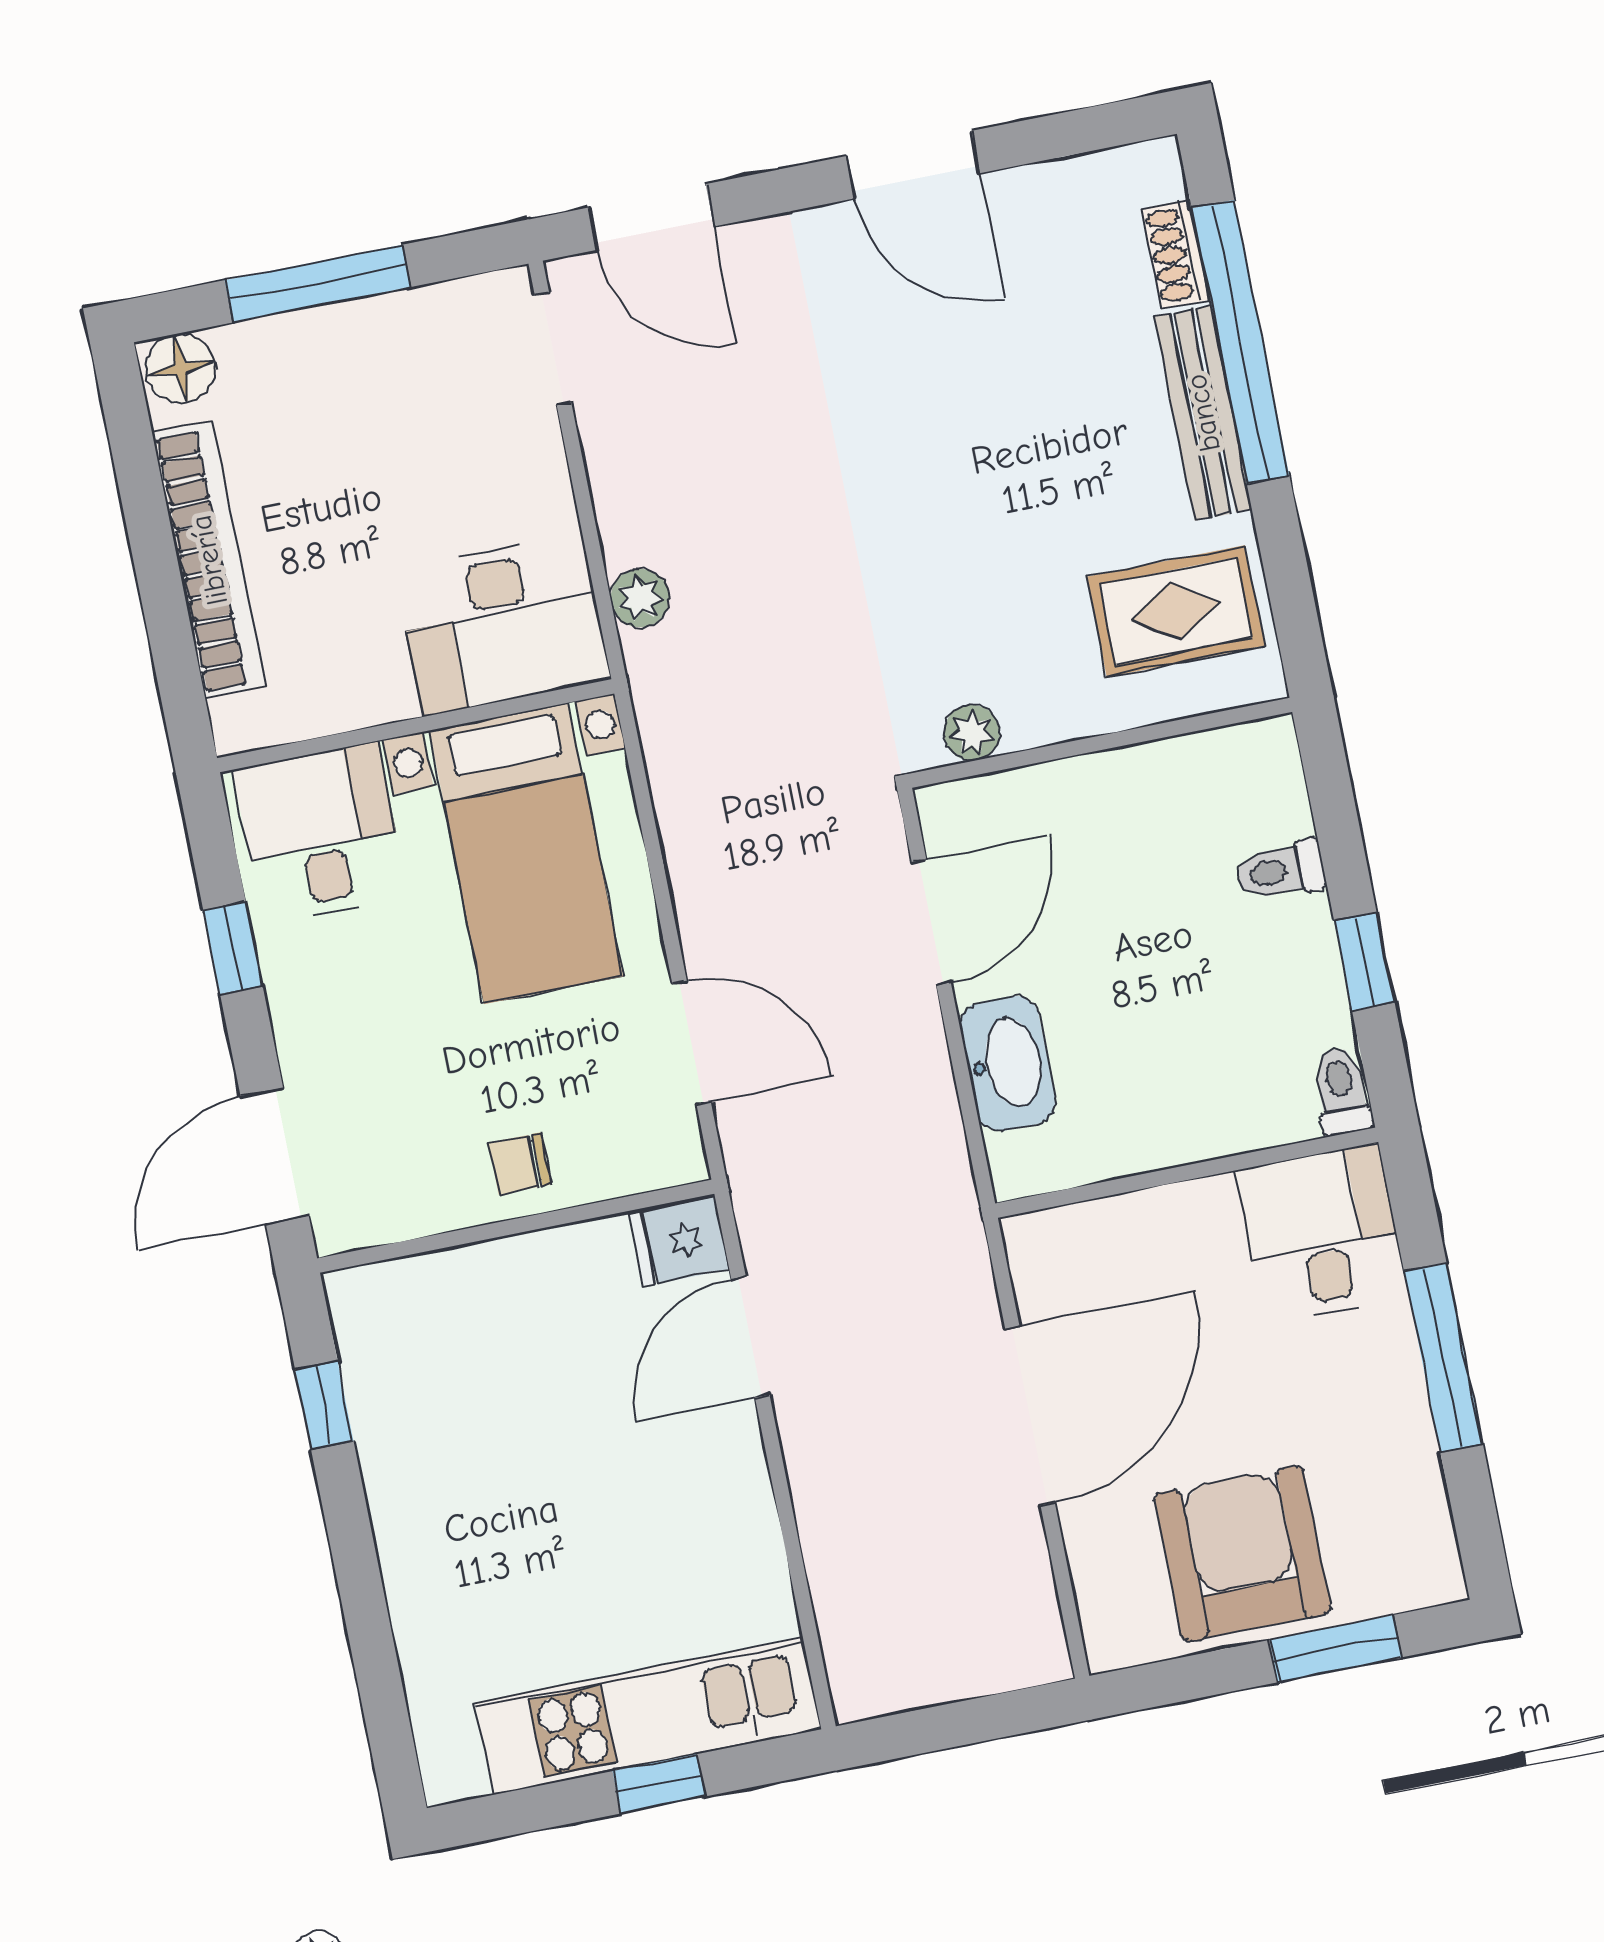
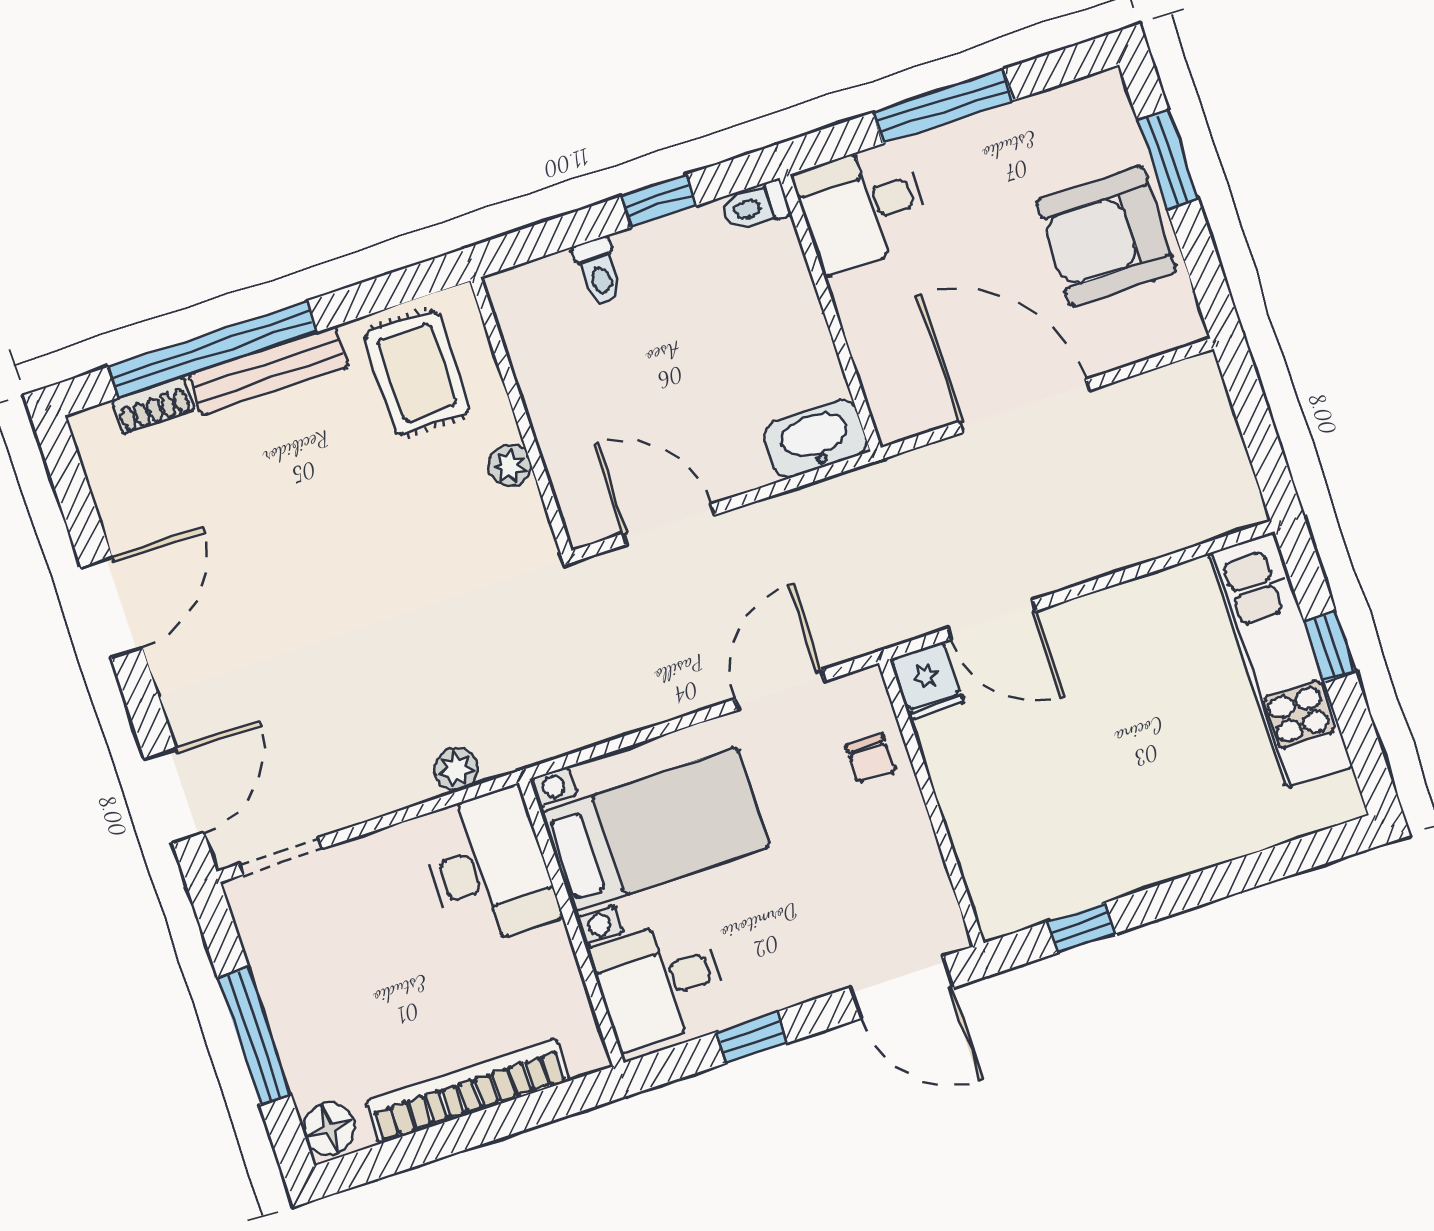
plant: (972, 733) -> (510, 466), moved
washbasin: (1008, 1063) -> (815, 439), moved
chair: (520, 1164) -> (870, 758), moved

